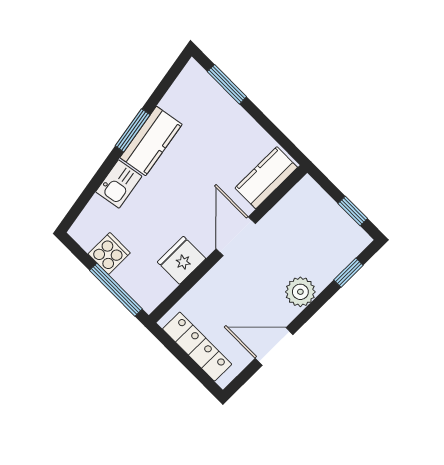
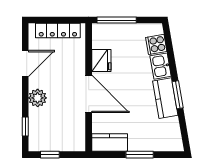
window: (227, 84) -> (140, 155), moved
kitchen counter: (266, 178) -> (110, 143), moved, turned -90
door: (236, 236) -> (89, 94), width x1.36
cooker: (109, 253) -> (156, 44), moved, turned 80

